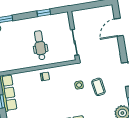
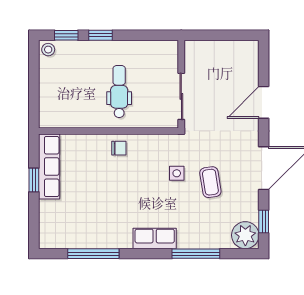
window: (44, 13) -> (101, 35), moved
door: (119, 27) -> (264, 102), moved

